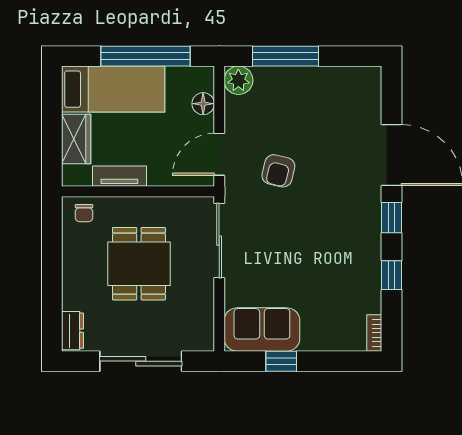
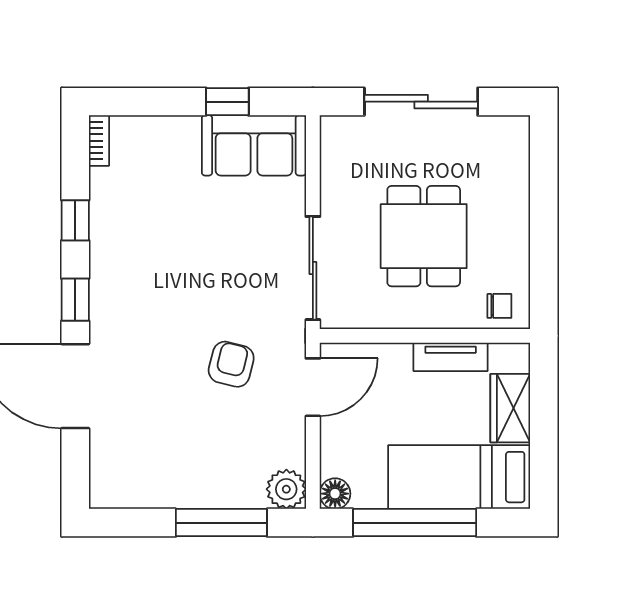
floor lamp: (203, 104) -> (335, 494), moved
chair: (84, 213) -> (499, 306), turned 90
dresser: (73, 331) -> (515, 144), removed

